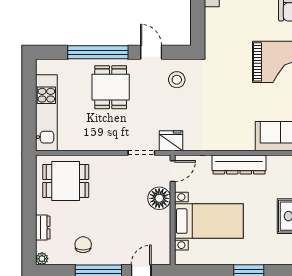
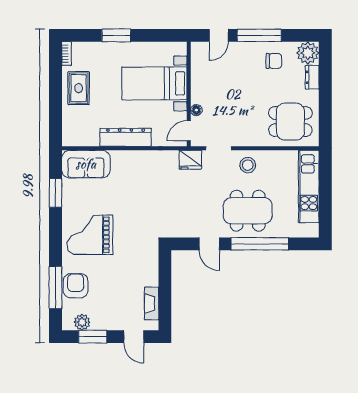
stool: (177, 80) -> (248, 165), moved
dining table: (111, 87) -> (248, 211), width x1.38
floor lamp: (159, 198) -> (196, 110), width x0.53, depth x0.53
chair: (83, 245) -> (274, 61), turned -90
plant: (42, 259) -> (308, 53), width x1.88, depth x1.88

